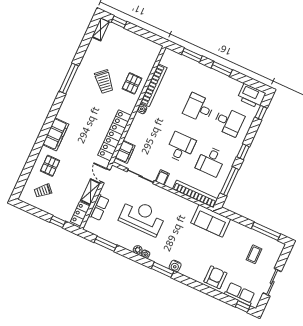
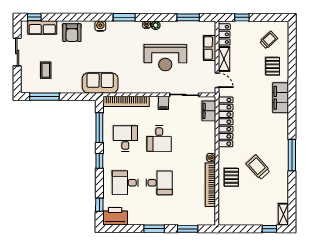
water cooler: (175, 266) -> (100, 26), moved

